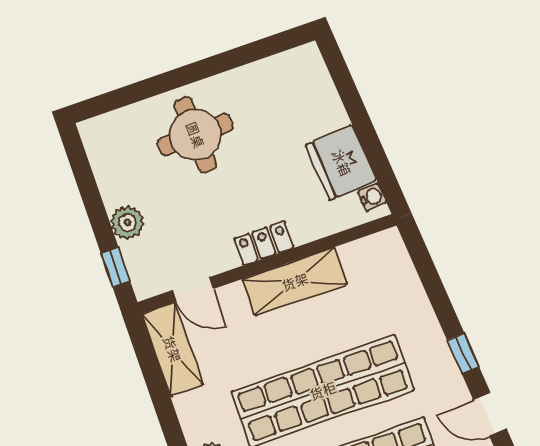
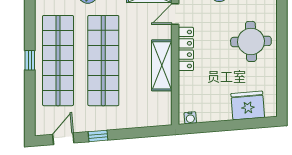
fridge: (341, 163) -> (248, 105), moved
locker: (264, 243) -> (186, 49), width x1.53

